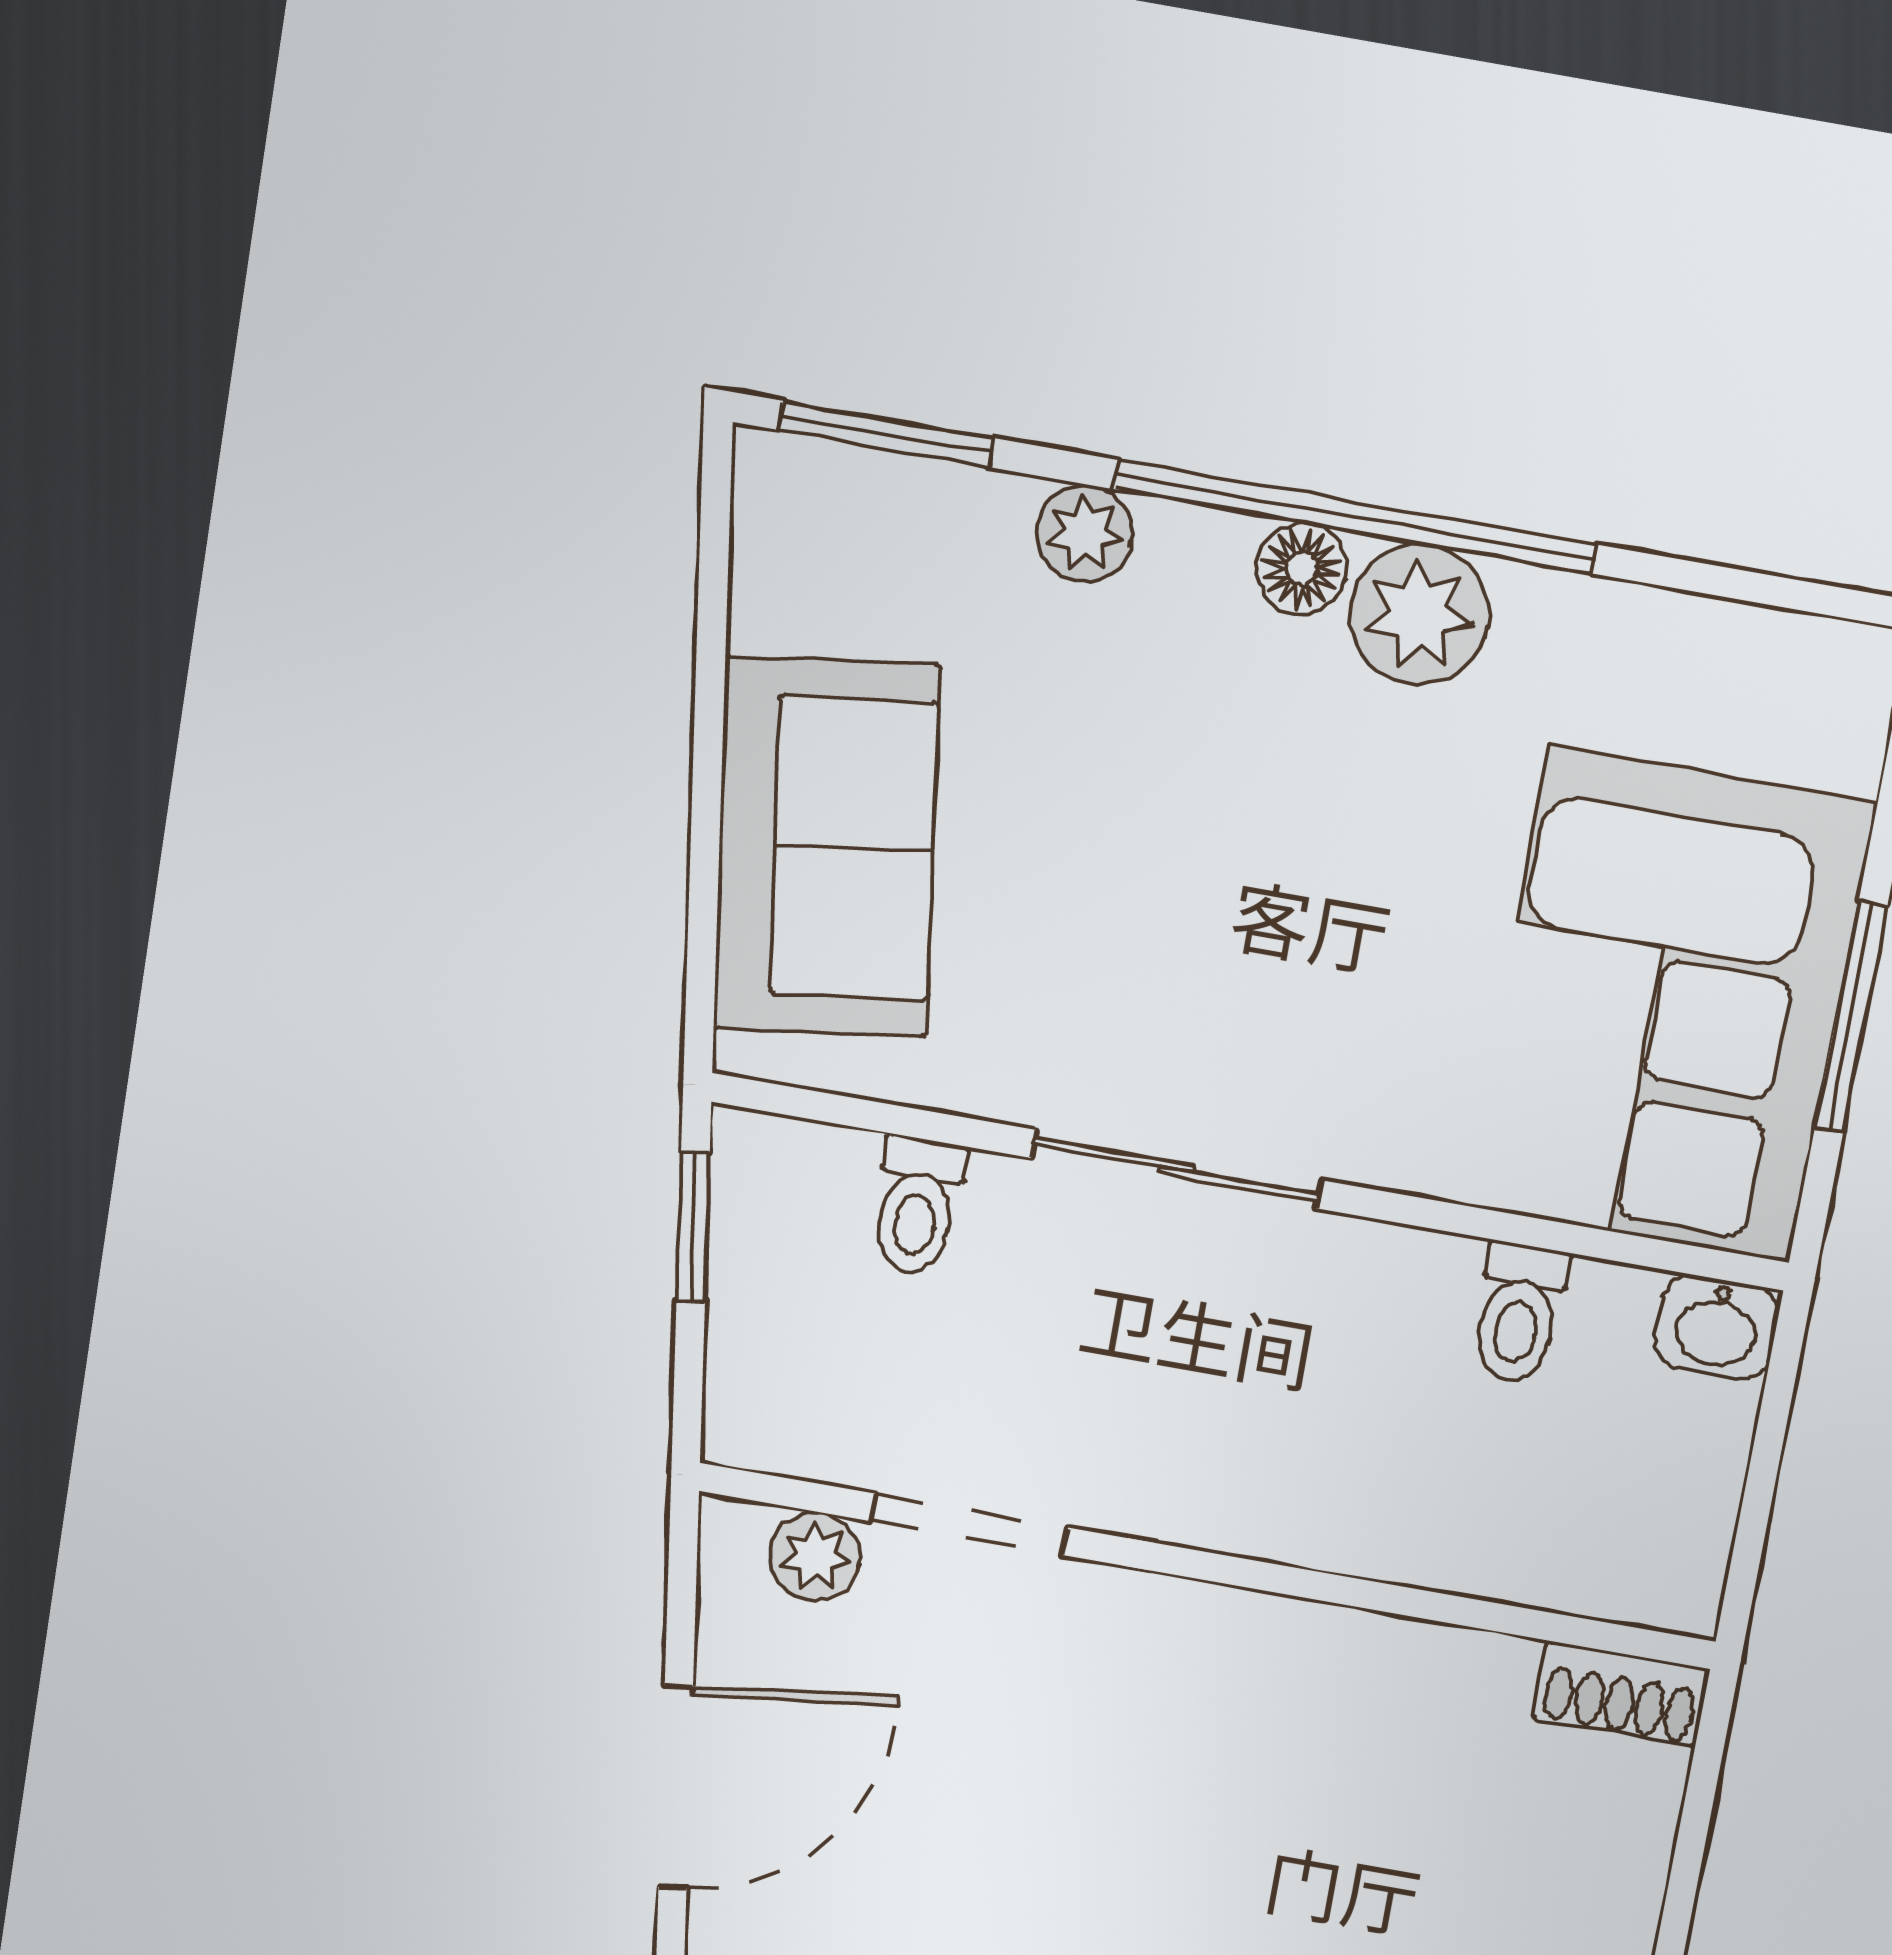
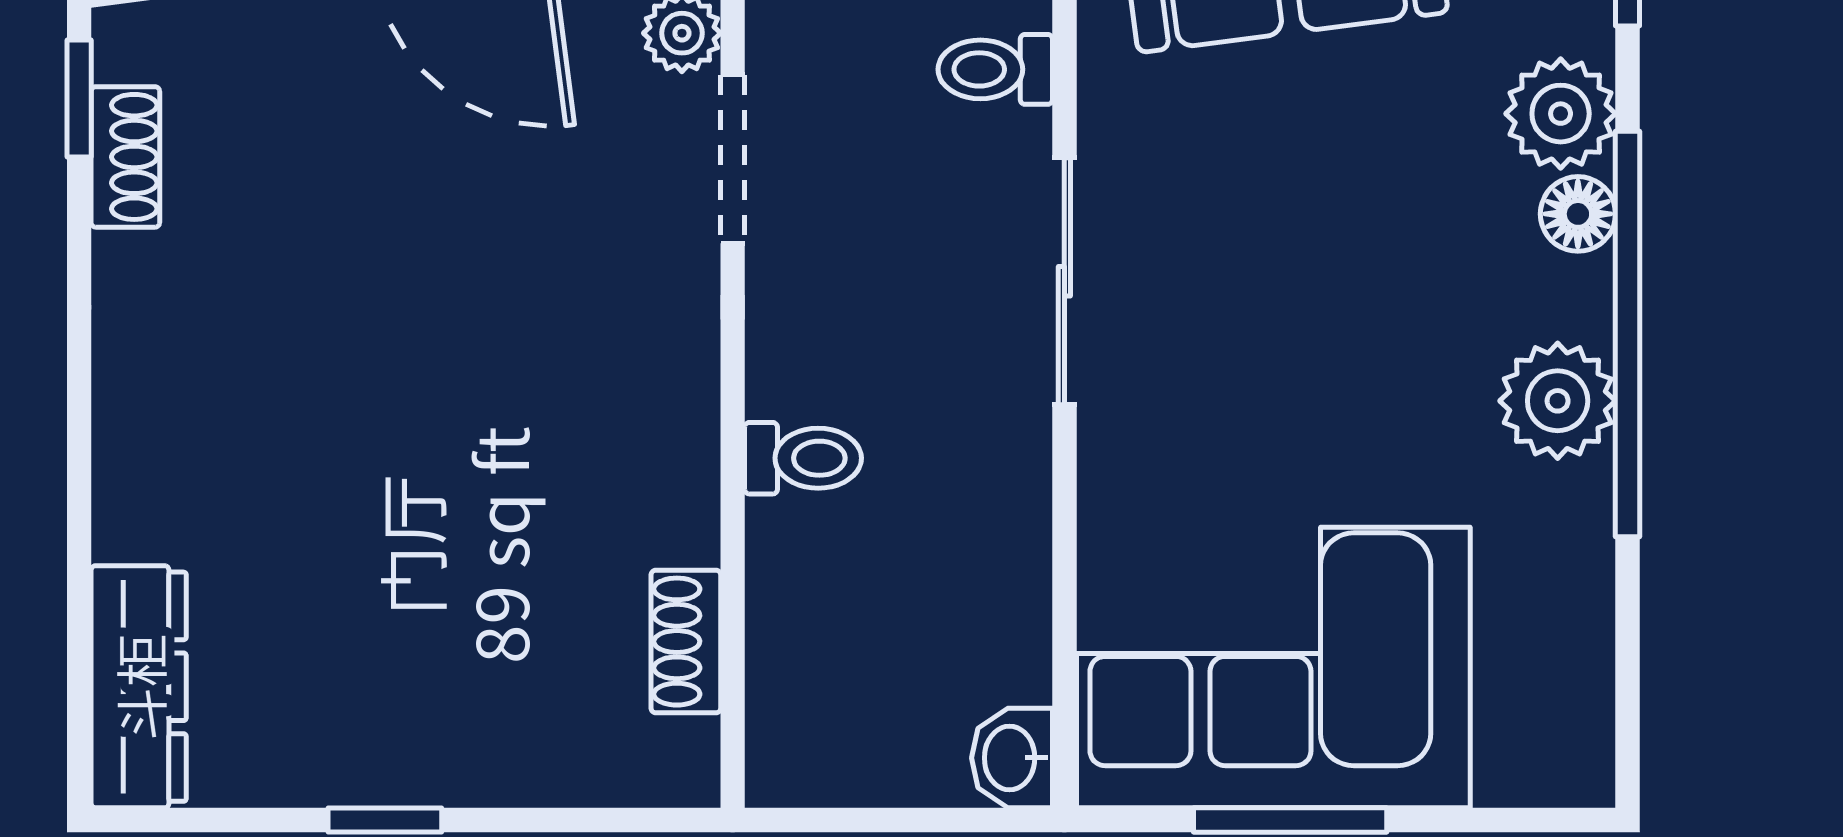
plant: (1084, 533) -> (1561, 114), width x1.38, depth x1.38
floor lamp: (1302, 569) -> (1578, 214), moved
toilet: (1519, 1313) -> (803, 458), moved, turned 180
shoe rack: (1621, 1694) -> (686, 642), moved

